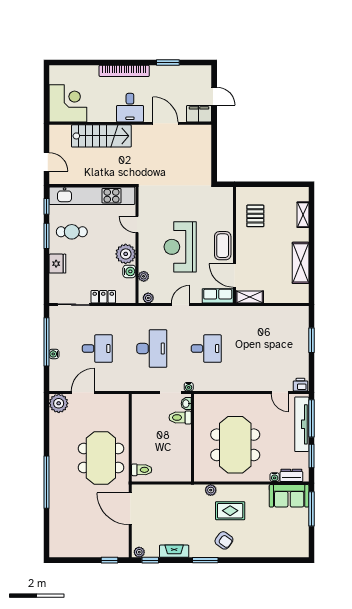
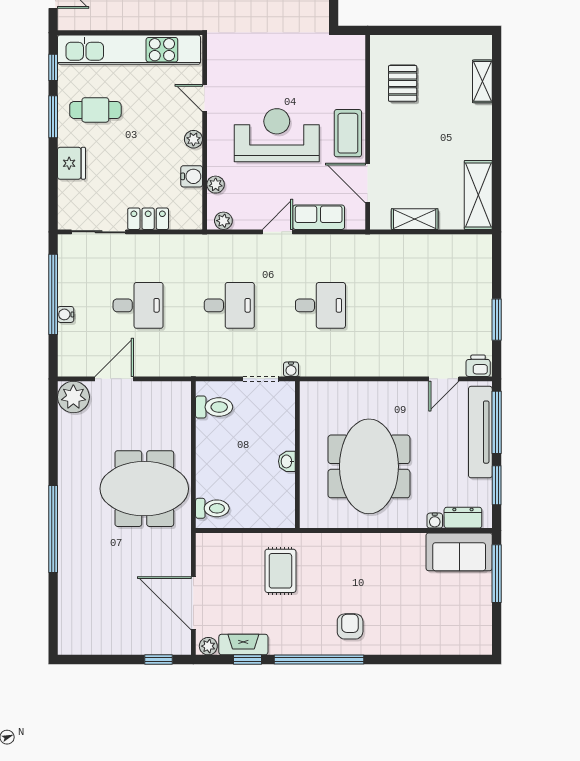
reception desk: (180, 247) -> (277, 135), turned 90
plant: (126, 254) -> (193, 139), width x0.53, depth x0.53
shelving: (301, 263) -> (478, 195), moved
row of seats: (218, 296) -> (319, 217), moved
shelving: (250, 297) -> (415, 219), moved
window: (312, 340) -> (497, 320), moved
desk: (152, 349) -> (229, 305), width x0.73
door: (280, 392) -> (444, 379), hinge flipped
washbasin: (186, 404) -> (287, 461), moved
toilet: (180, 418) -> (214, 407), moved, turned 180
meeting table: (101, 458) -> (144, 489), turned 90
plant: (211, 490) -> (328, 542), removed
door: (130, 509) -> (193, 603), moved
rug: (230, 511) -> (280, 571), moved, turned 90
armchair: (224, 540) -> (350, 626), turned -126
fireplace: (174, 551) -> (243, 645), moved
window: (150, 560) -> (248, 659), moved
window: (205, 560) -> (319, 659), width x2.11

